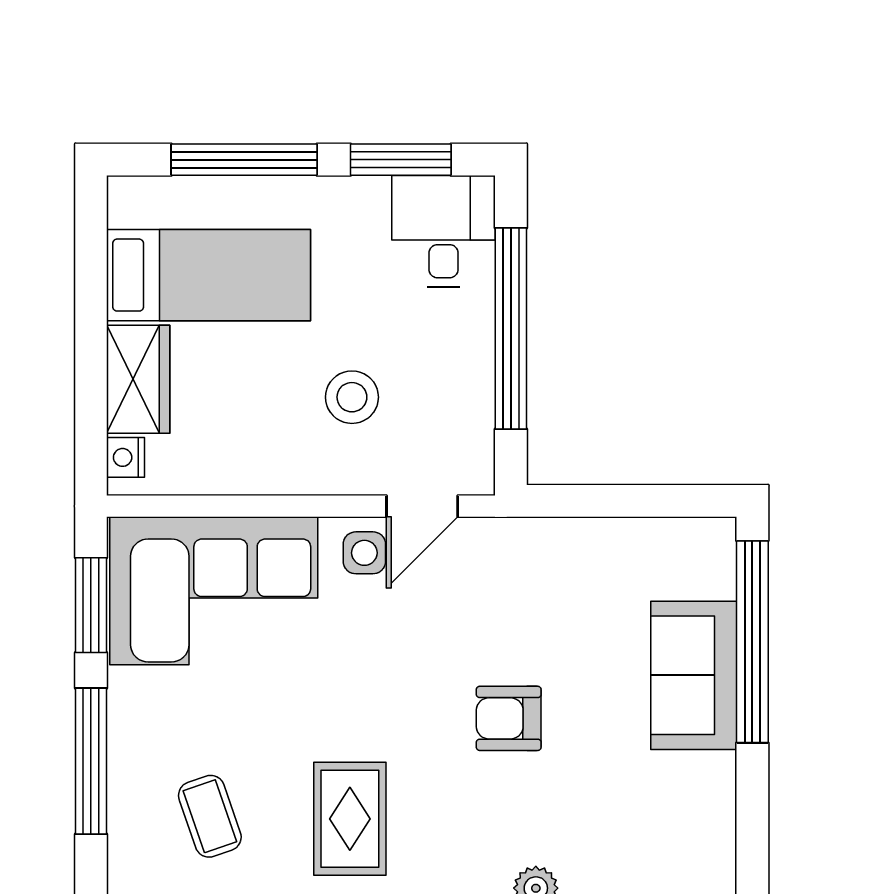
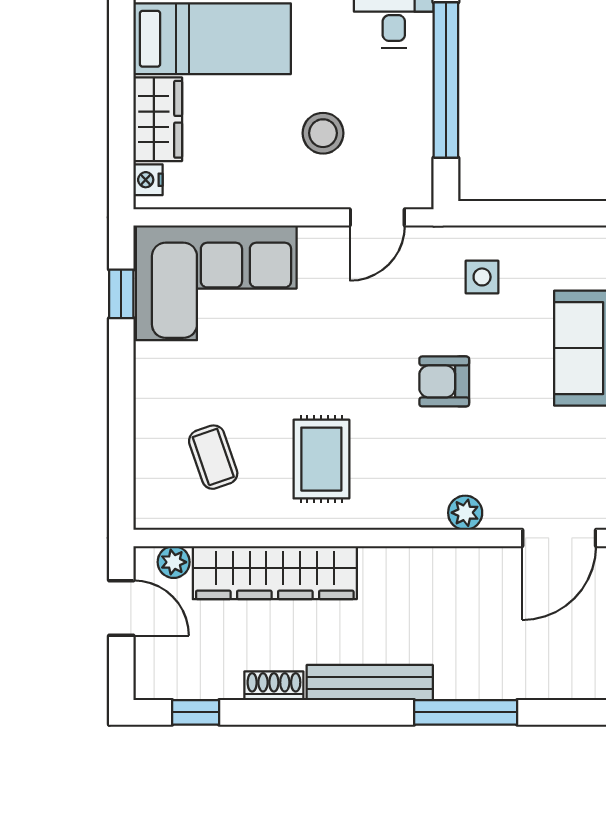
side table: (364, 553) -> (482, 277), moved
window: (91, 605) -> (121, 294), width x0.67
window: (91, 761) -> (121, 414), removed

